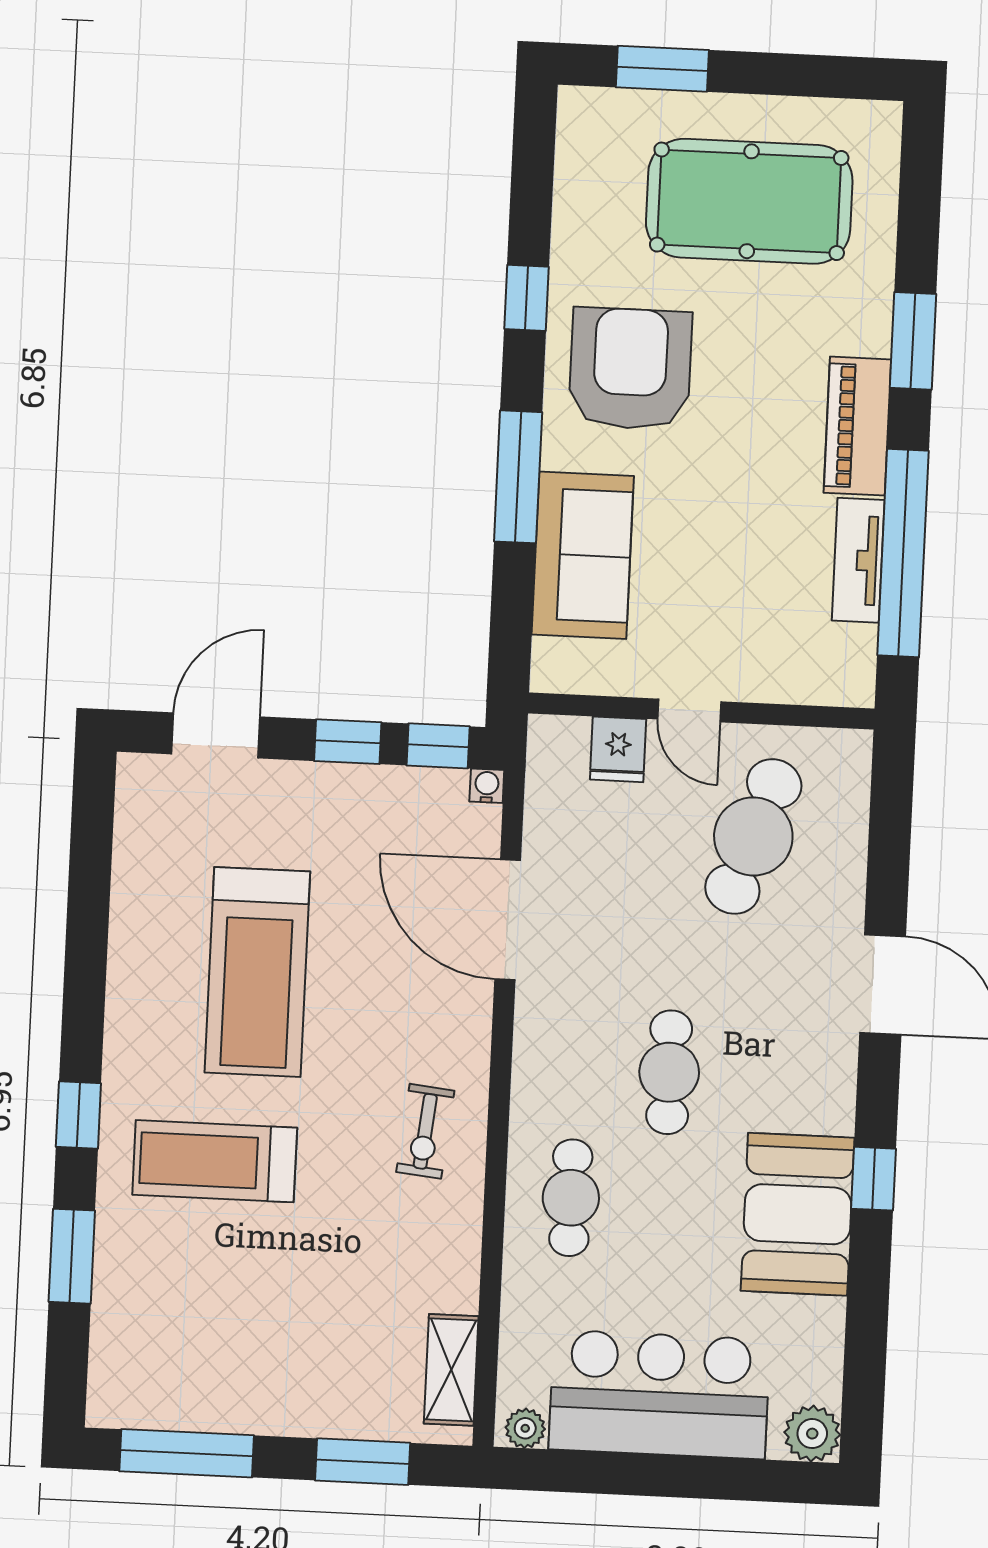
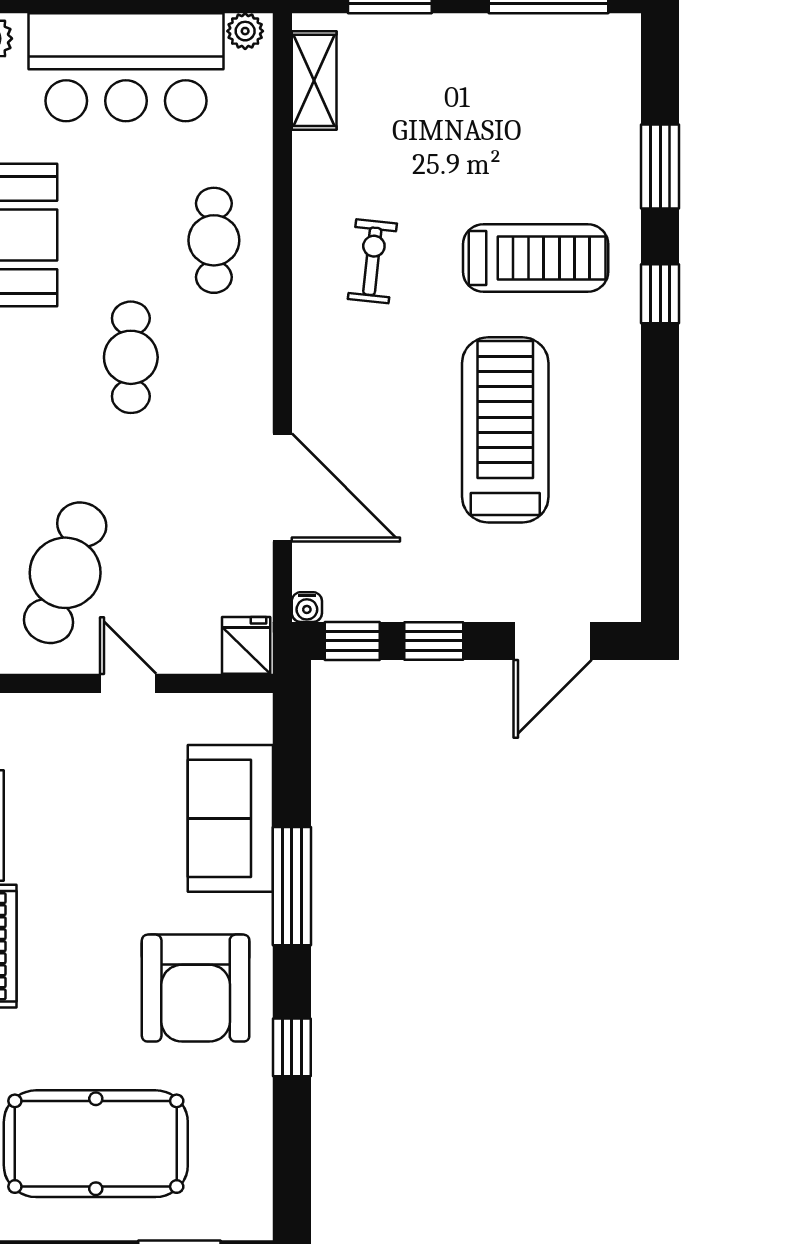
fridge: (618, 749) -> (246, 645), moved
exercise bike: (425, 1131) -> (372, 261), moved

